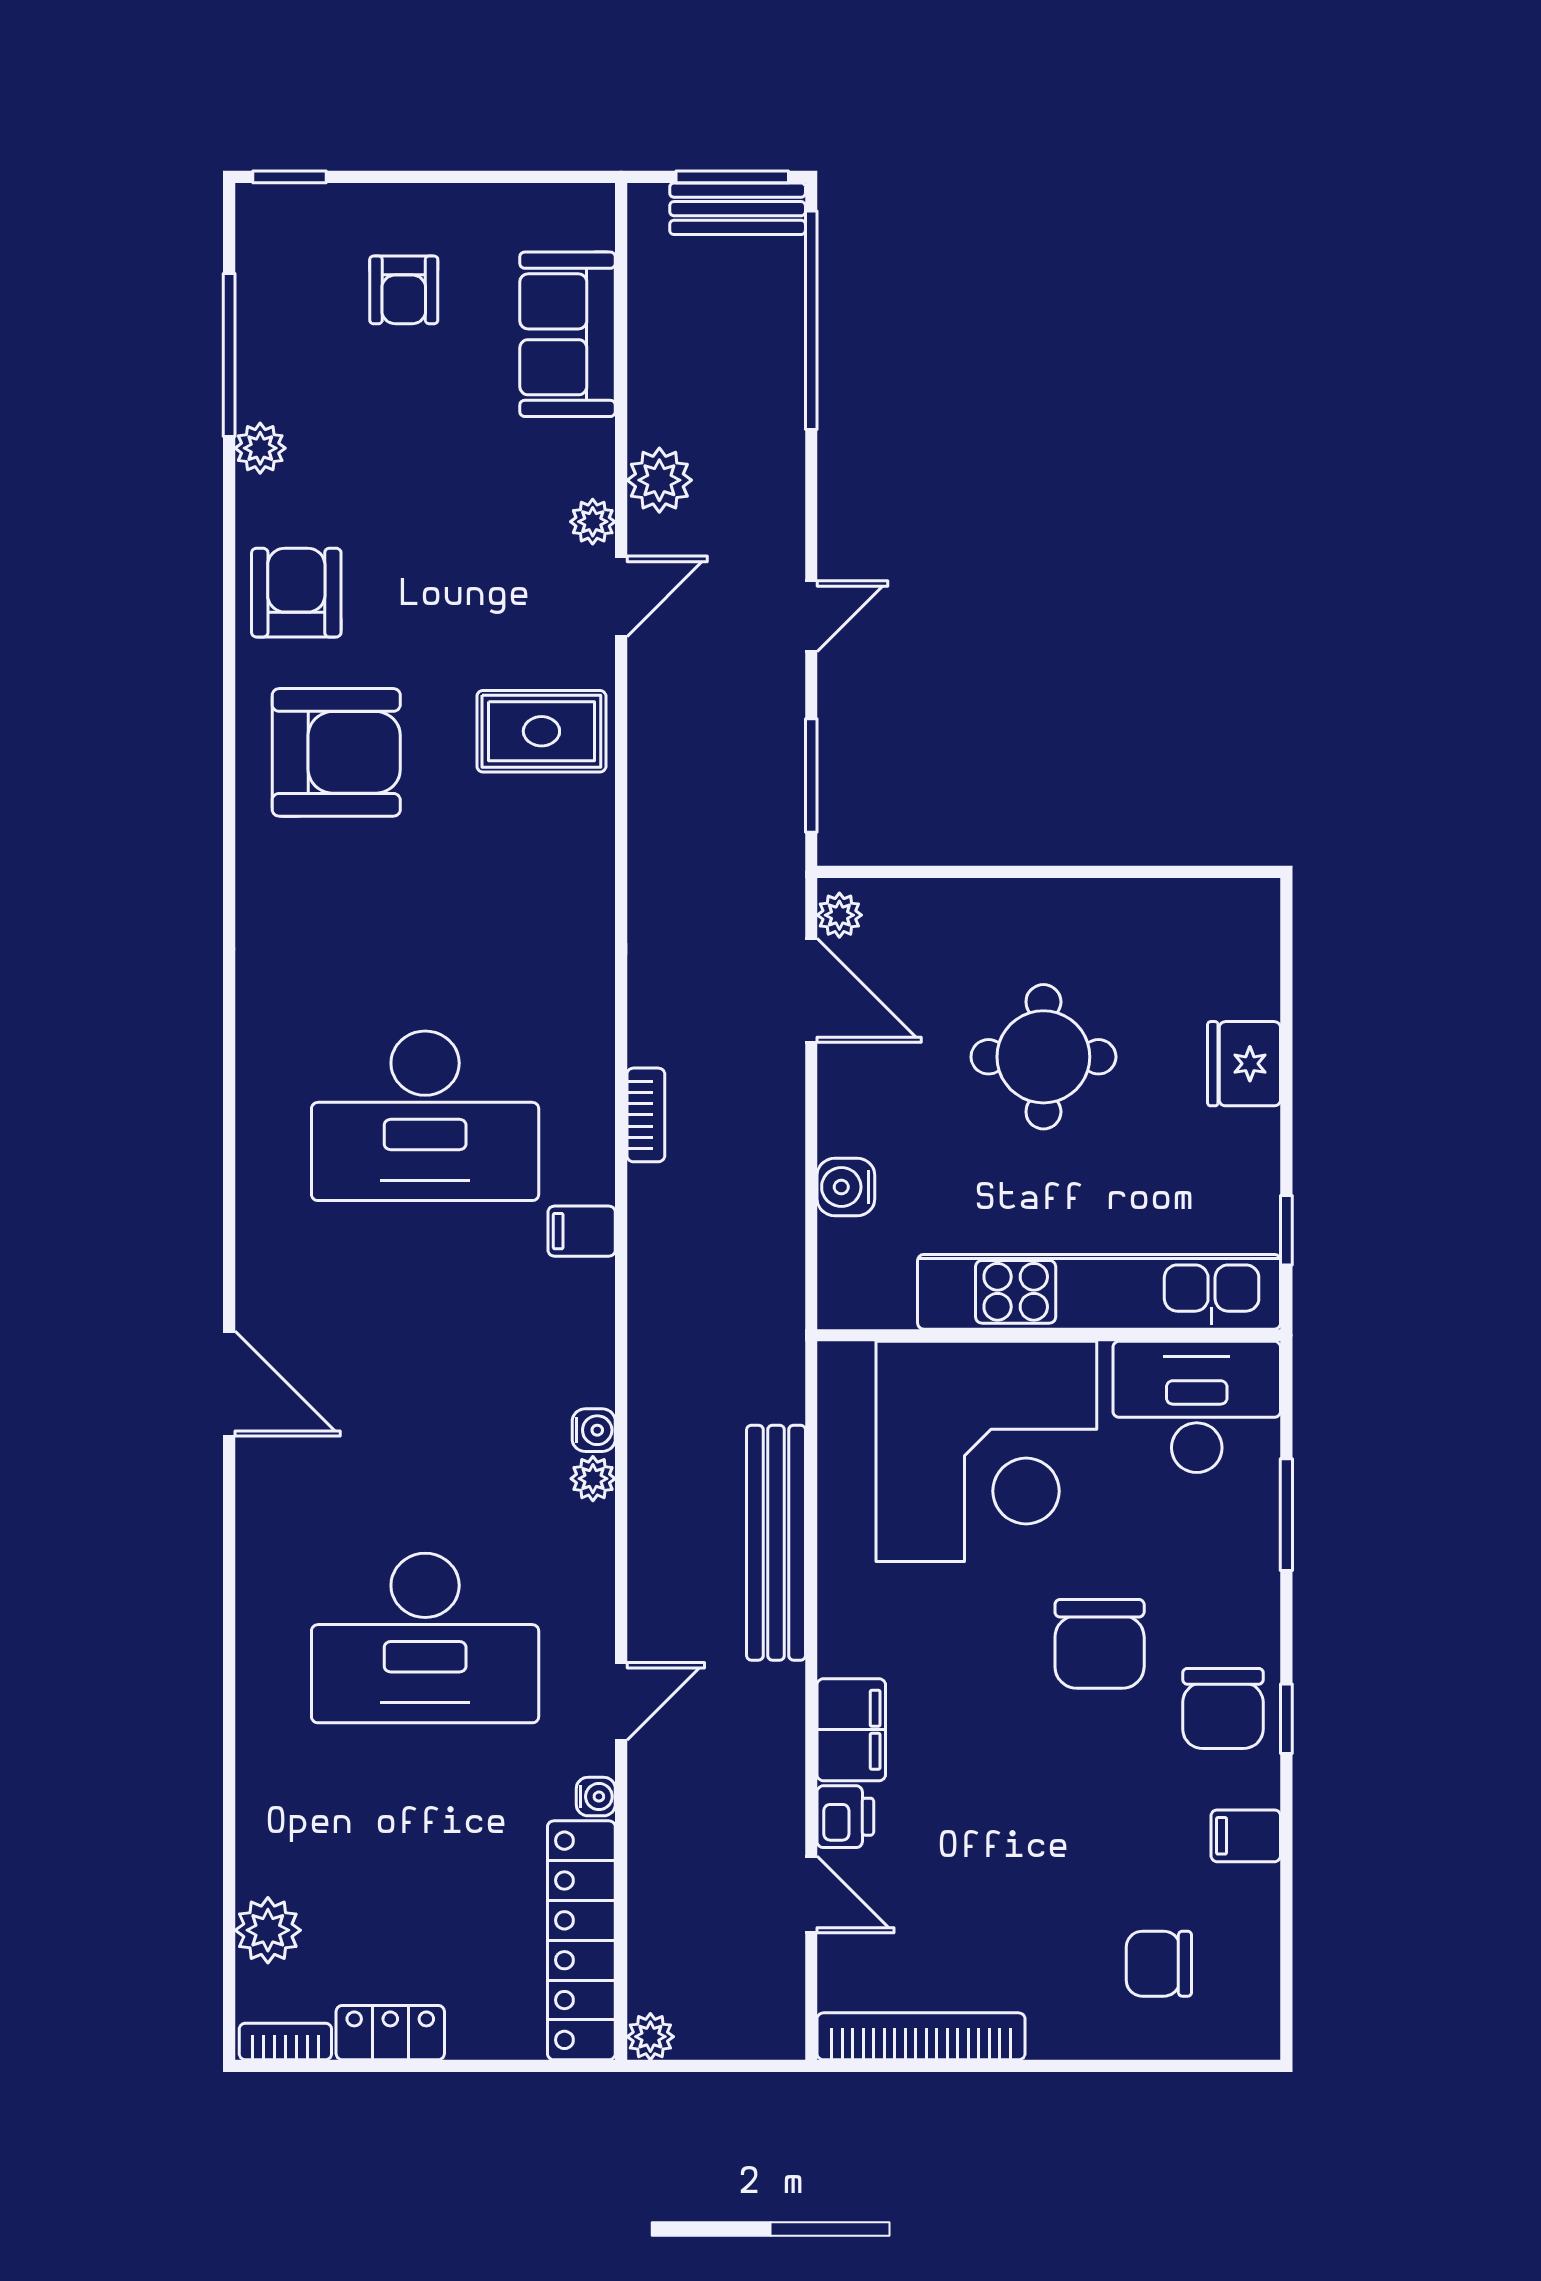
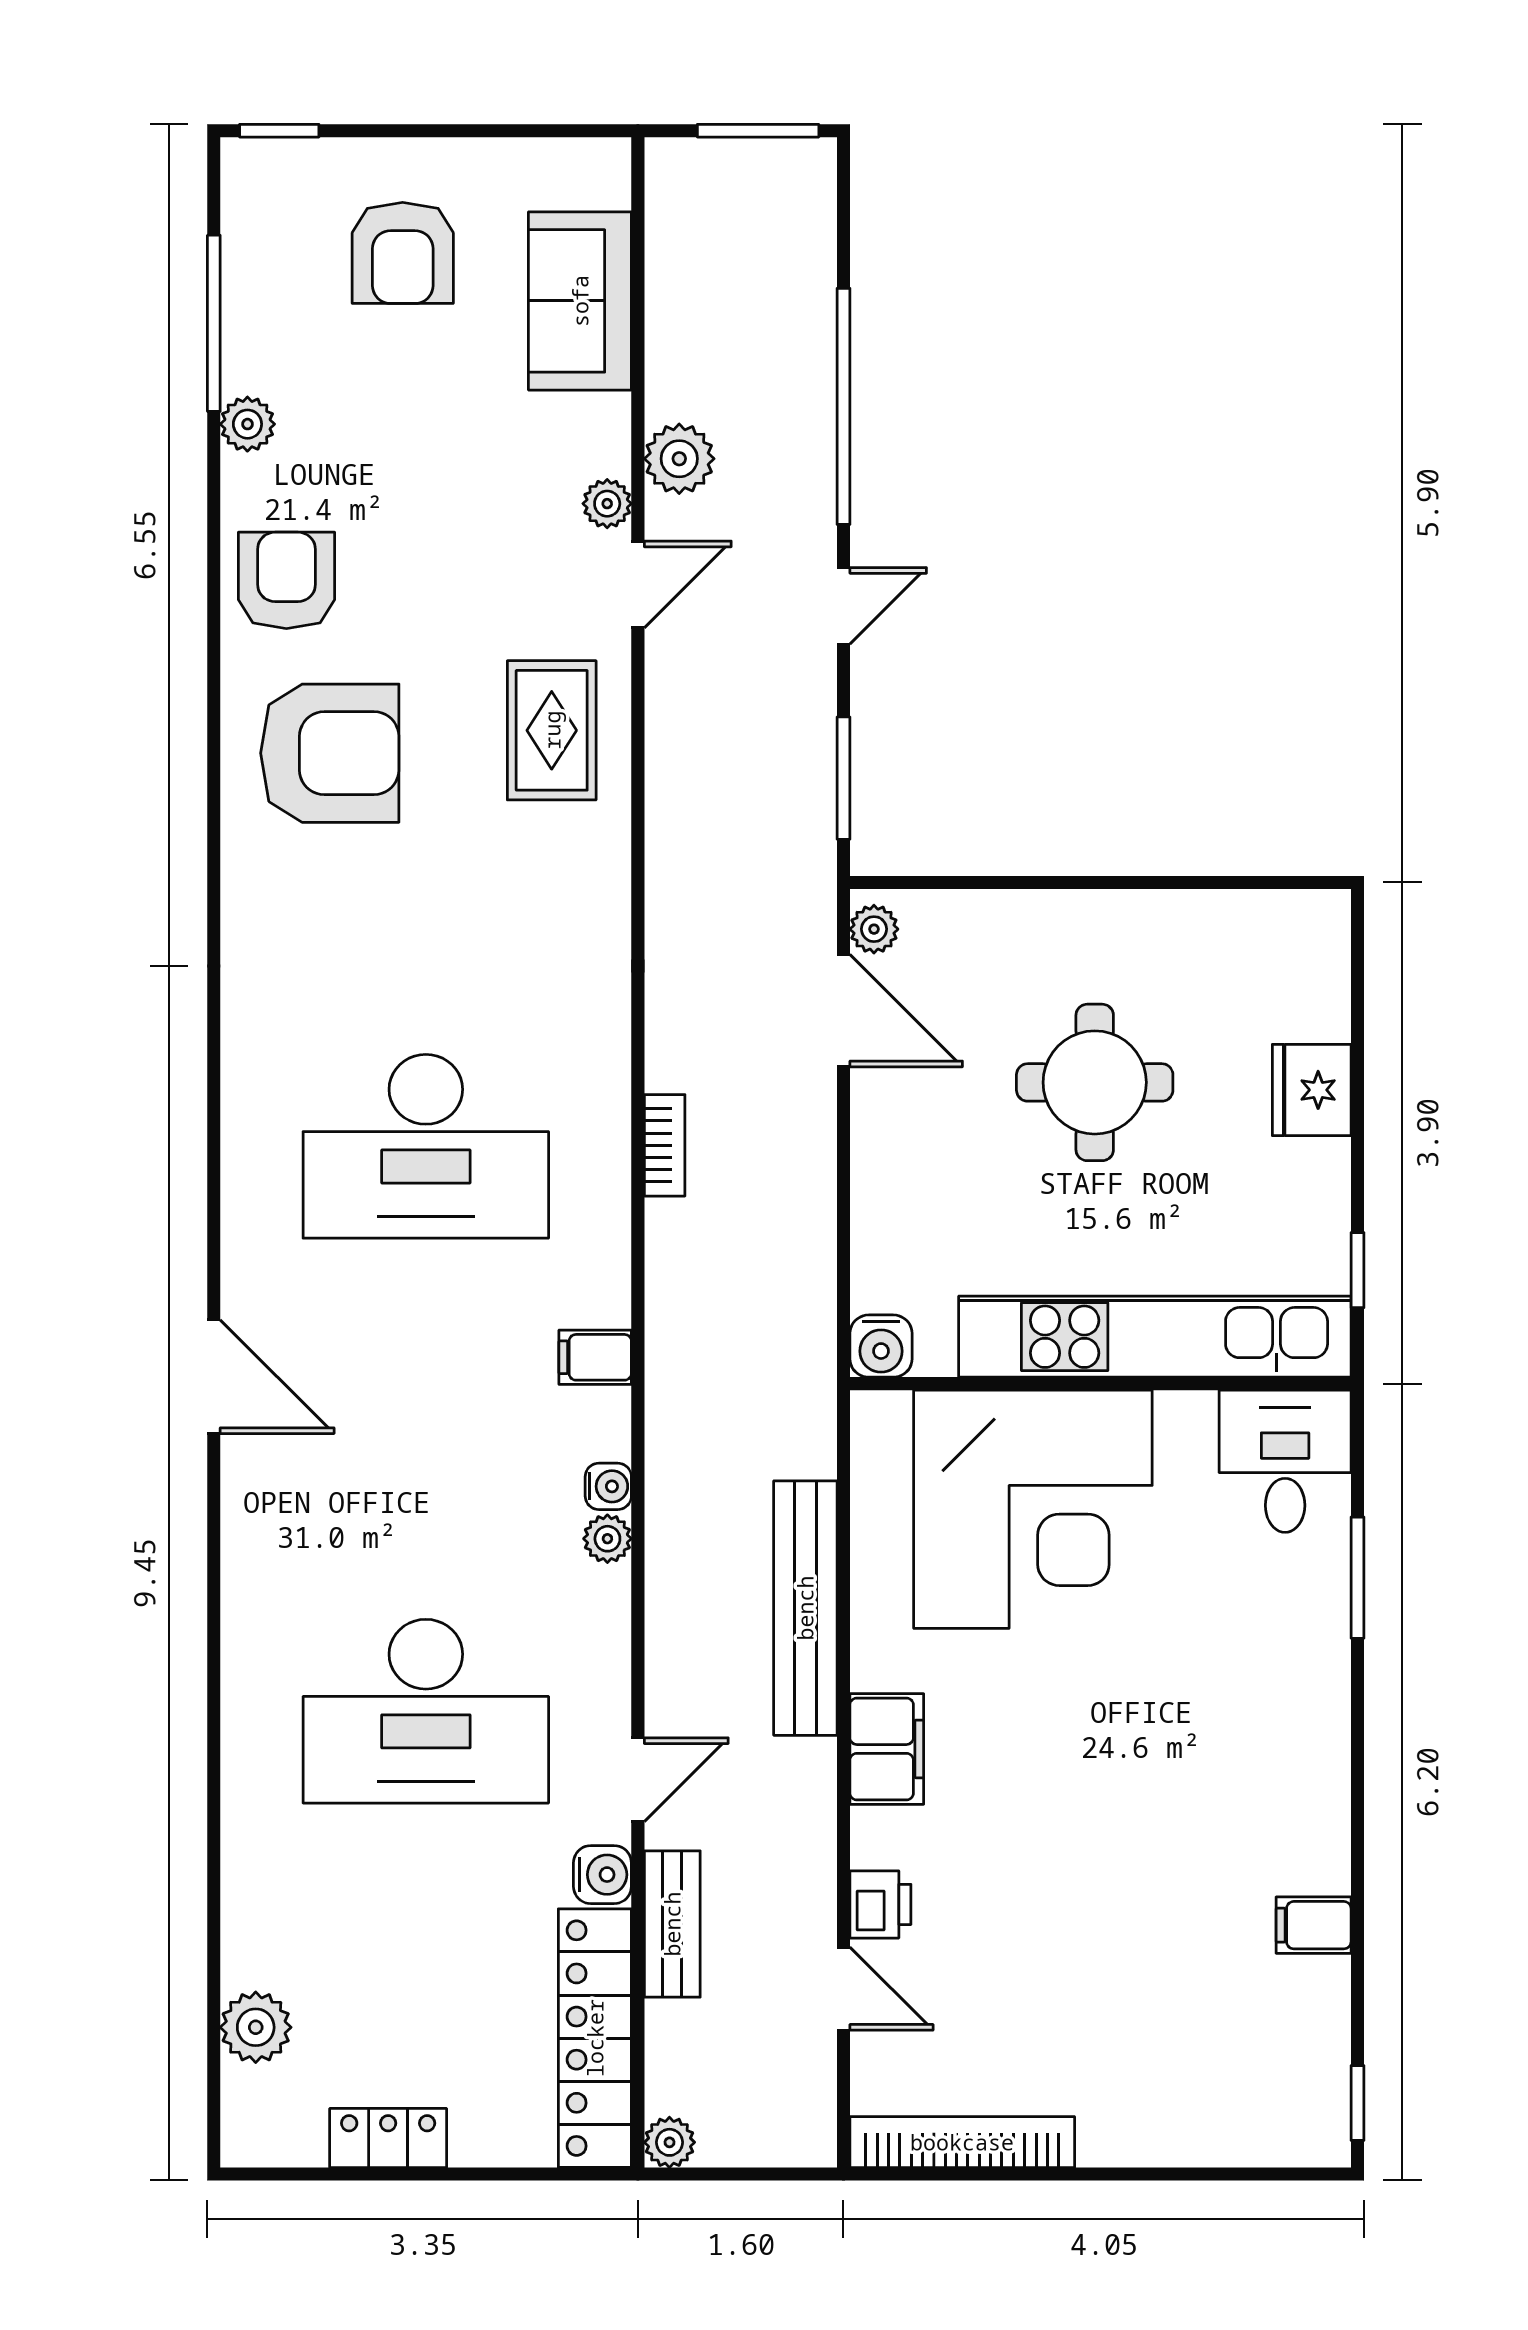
bench: (738, 209) -> (672, 1924), moved, turned 90
armchair: (404, 290) -> (403, 253), width x1.38, depth x1.38
window: (811, 320) -> (843, 406), moved
rug: (541, 731) -> (552, 730), turned 90
water cooler: (846, 1187) -> (881, 1346), moved, turned -90
filing cabinet: (582, 1231) -> (595, 1357), moved
door: (229, 1384) -> (214, 1377), moved
desk: (1197, 1407) -> (1285, 1461), width x0.73
chair: (1100, 1644) -> (1155, 1718), removed
chair: (1223, 1708) -> (1289, 1787), removed
window: (1286, 1719) -> (1358, 2103), moved
filing cabinet: (851, 1730) -> (887, 1749), moved
water cooler: (596, 1797) -> (602, 1875), width x1.38, depth x1.38
chair: (1159, 1964) -> (1220, 2063), removed
bookcase: (285, 2041) -> (275, 2148), removed

